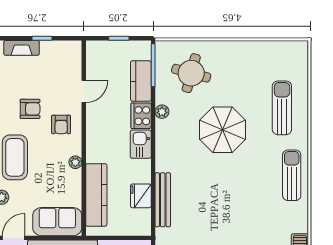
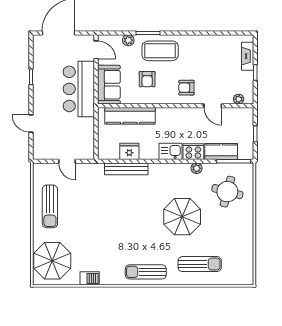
armchair: (30, 109) -> (147, 79), moved
plant: (75, 162) -> (239, 99), moved
sun lounger: (292, 175) -> (146, 272), turned 180

